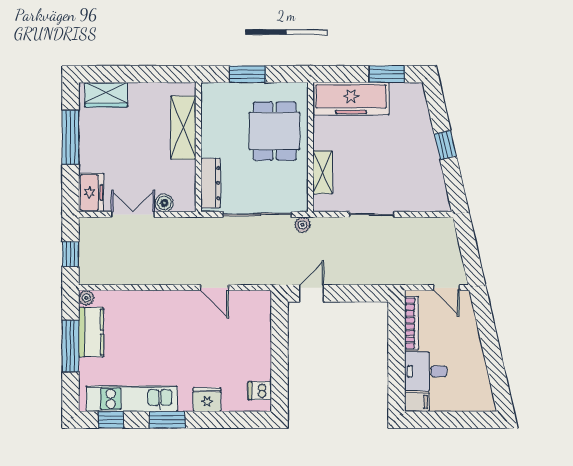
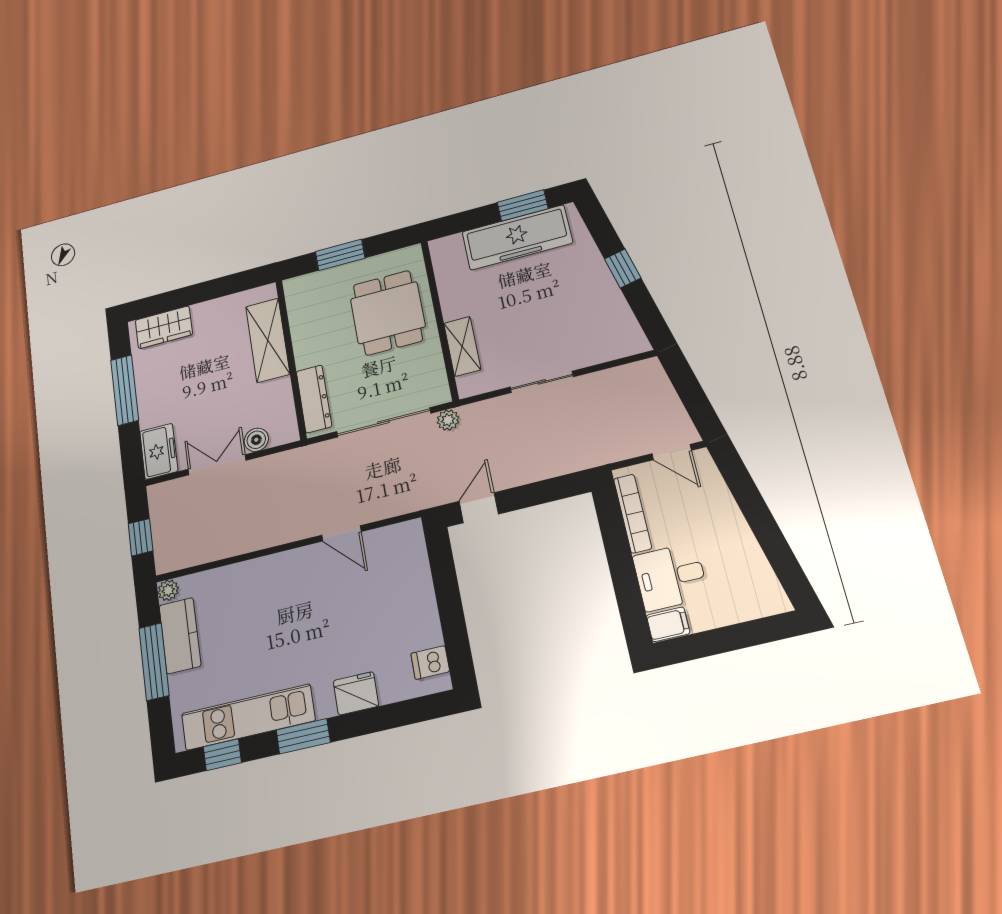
freezer: (351, 99) -> (517, 237), moved

